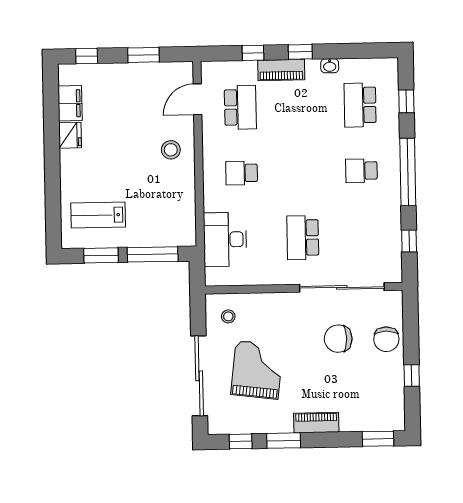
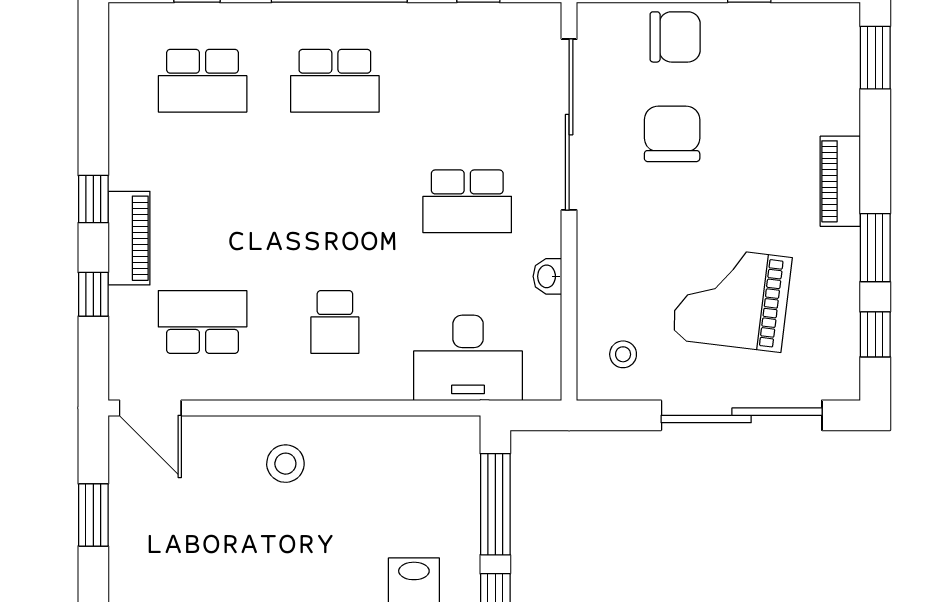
washbasin: (330, 66) -> (547, 276), moved, turned 180
door: (197, 99) -> (150, 408), moved
school desk: (361, 171) -> (335, 81), width x1.85
chair: (338, 339) -> (672, 134), turned 180

